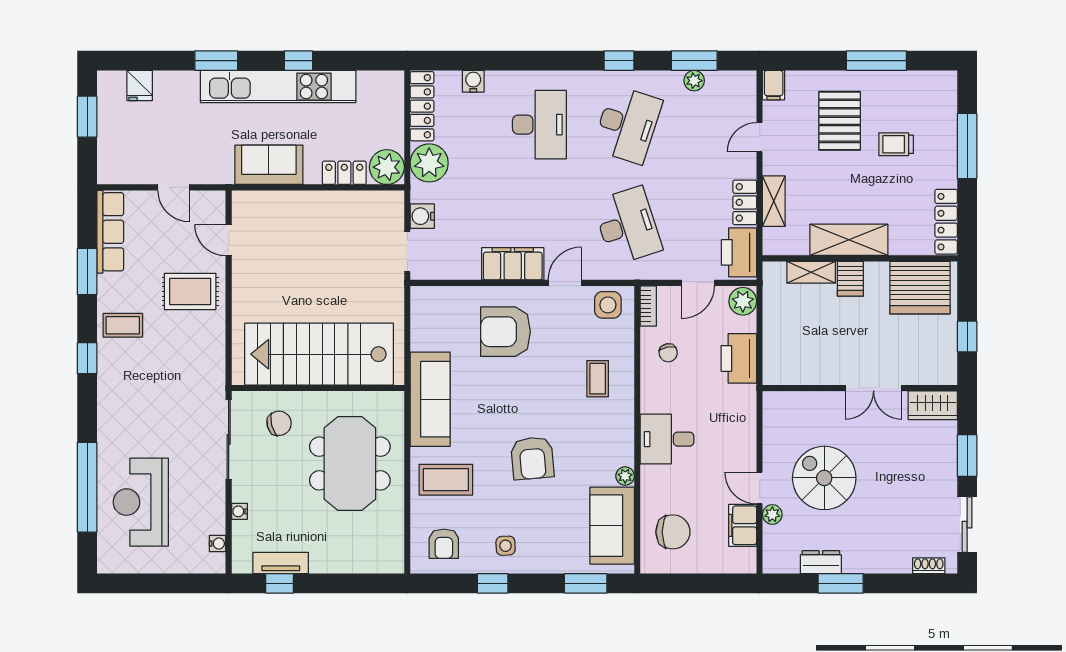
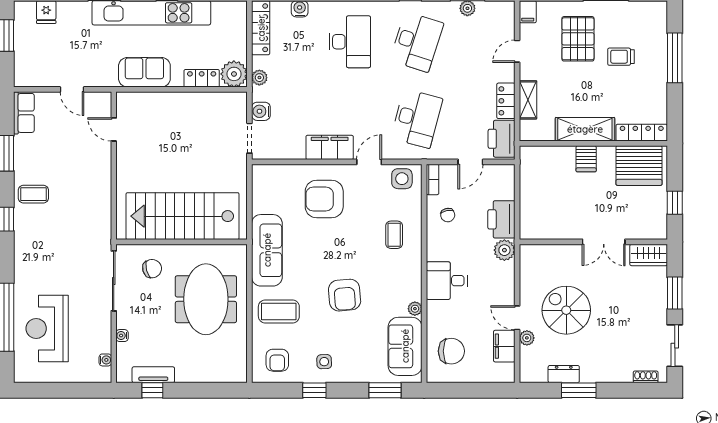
plant: (429, 163) -> (259, 78), width x0.53, depth x0.53
locker: (946, 222) -> (642, 133), moved, turned 90
desk: (627, 226) -> (417, 119), turned 33
row of seats: (110, 232) -> (24, 113), width x0.68
shelving: (811, 272) -> (556, 154), removed
rug: (190, 292) -> (85, 169), removed
plant: (743, 301) -> (504, 250), moved

